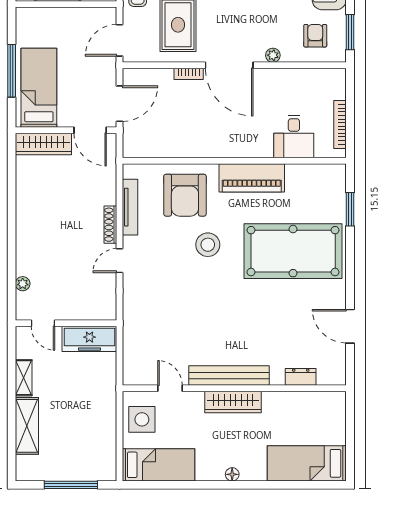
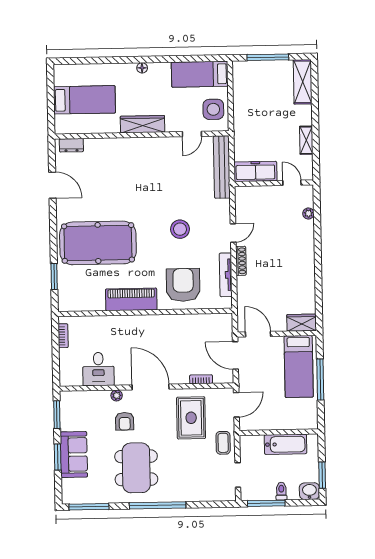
armchair: (315, 36) -> (125, 421), moved
bookcase: (189, 74) -> (201, 379), moved
door: (120, 104) -> (235, 355), hinge flipped
bookcase: (340, 124) -> (63, 336), width x0.64
desk: (294, 137) -> (98, 369), moved, turned 180
wardrobe: (43, 144) -> (302, 323), width x0.67
stool: (208, 245) -> (180, 229), moved
bench: (229, 375) -> (222, 167), moved, turned 90
dresser: (301, 377) -> (71, 145), moved
door: (170, 388) -> (192, 134), hinge flipped
shelving: (27, 426) -> (303, 82), moved
bed: (307, 463) -> (84, 100), moved

